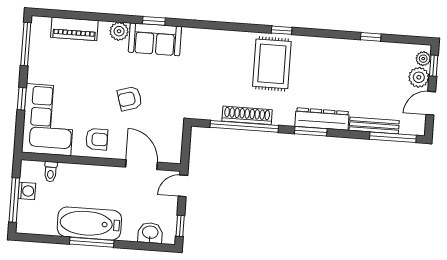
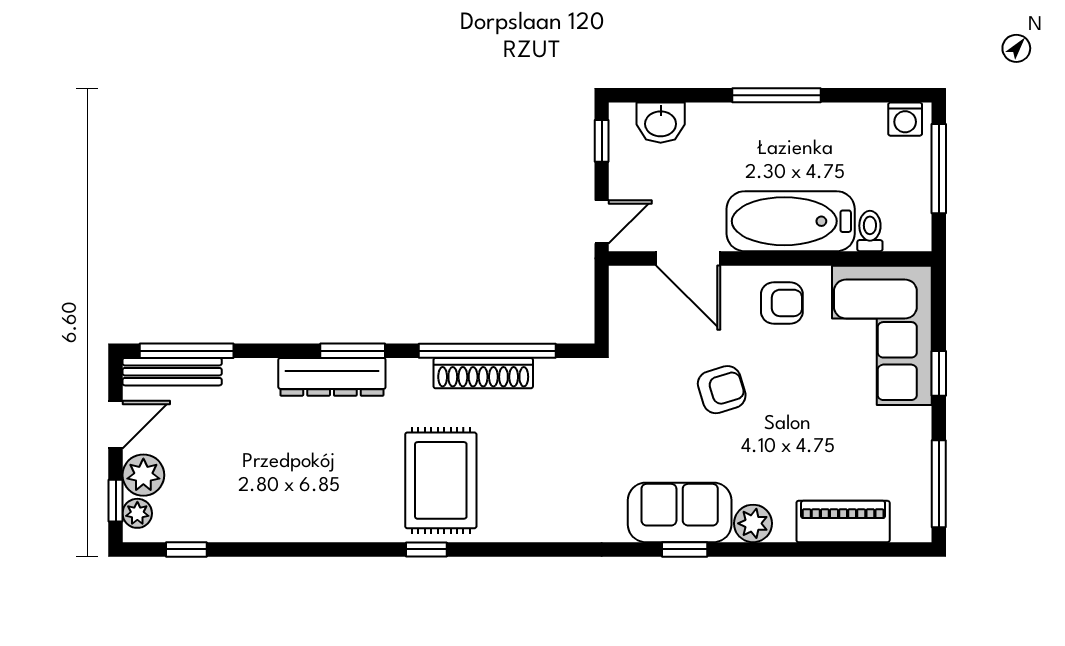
window: (371, 37) -> (186, 549), moved
bench: (374, 125) -> (172, 372), moved
armchair: (97, 139) -> (782, 303), turned 180
washing machine: (27, 191) -> (905, 119), moved, turned -90
bathtub: (89, 223) -> (791, 221), moved, turned 180

